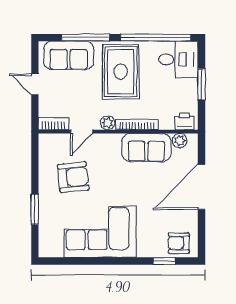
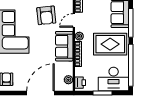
desk: (178, 59) -> (114, 79), width x1.37
door: (82, 132) -> (74, 20), hinge flipped
sofa: (146, 147) -> (64, 46), moved
door: (202, 187) -> (40, 93), hinge flipped

